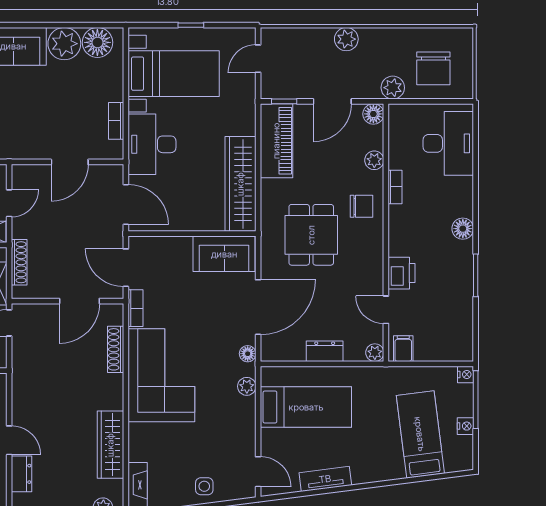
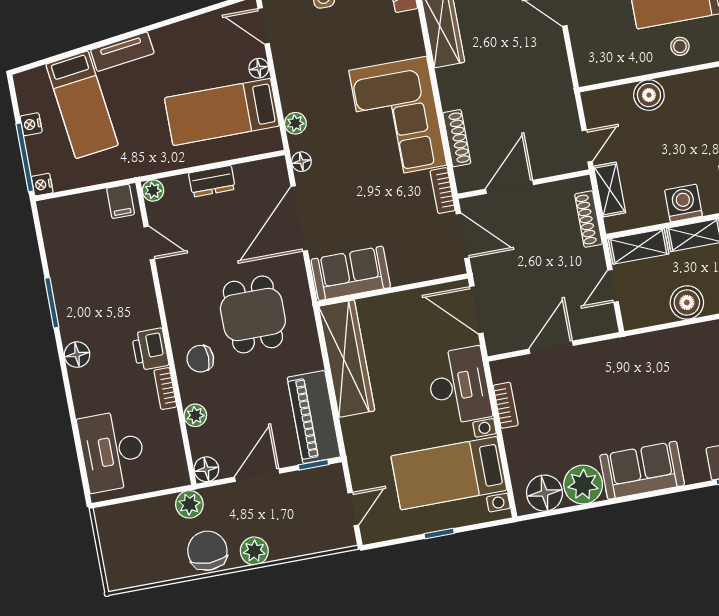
chair: (433, 68) -> (207, 551), moved
printer: (401, 273) -> (150, 349), moved
floor lamp: (269, 438) -> (259, 68), added
tv unit: (325, 479) -> (122, 52), moved

